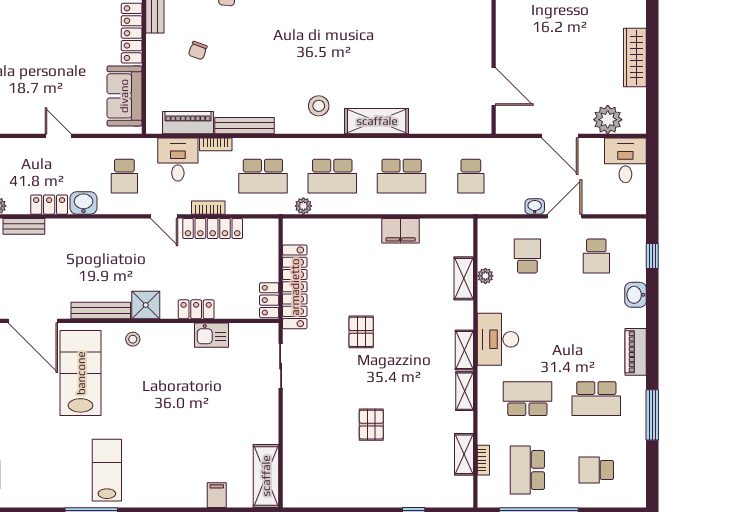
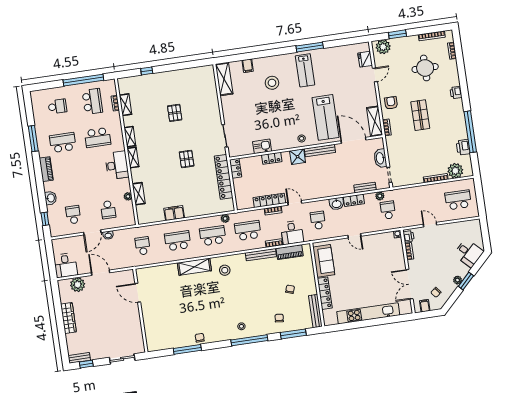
stool: (174, 455) -> (272, 83), added

